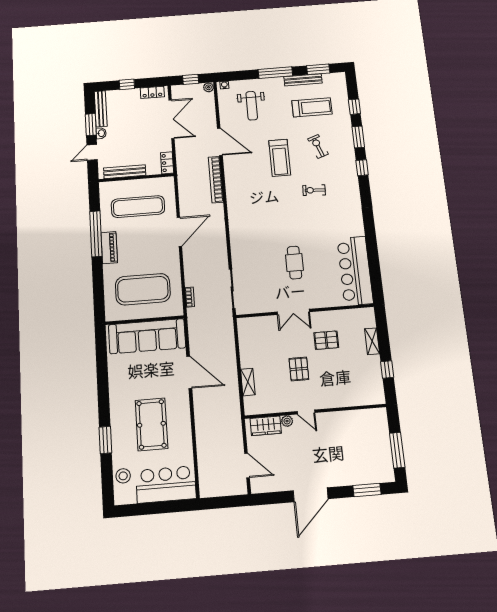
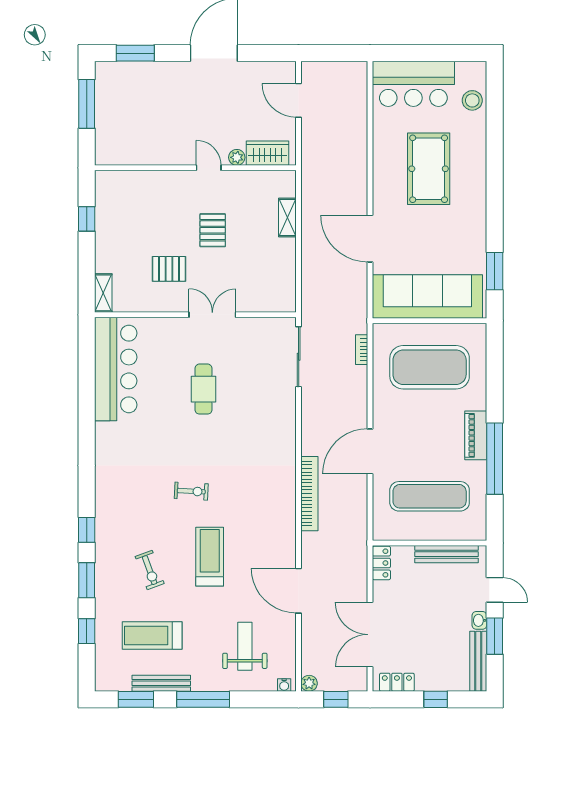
door: (92, 152) -> (495, 590), hinge flipped
bookcase: (216, 180) -> (309, 494), moved
exercise bike: (314, 190) -> (191, 491), moved
shelving: (372, 341) -> (103, 293), moved
window: (105, 440) -> (495, 271), moved

